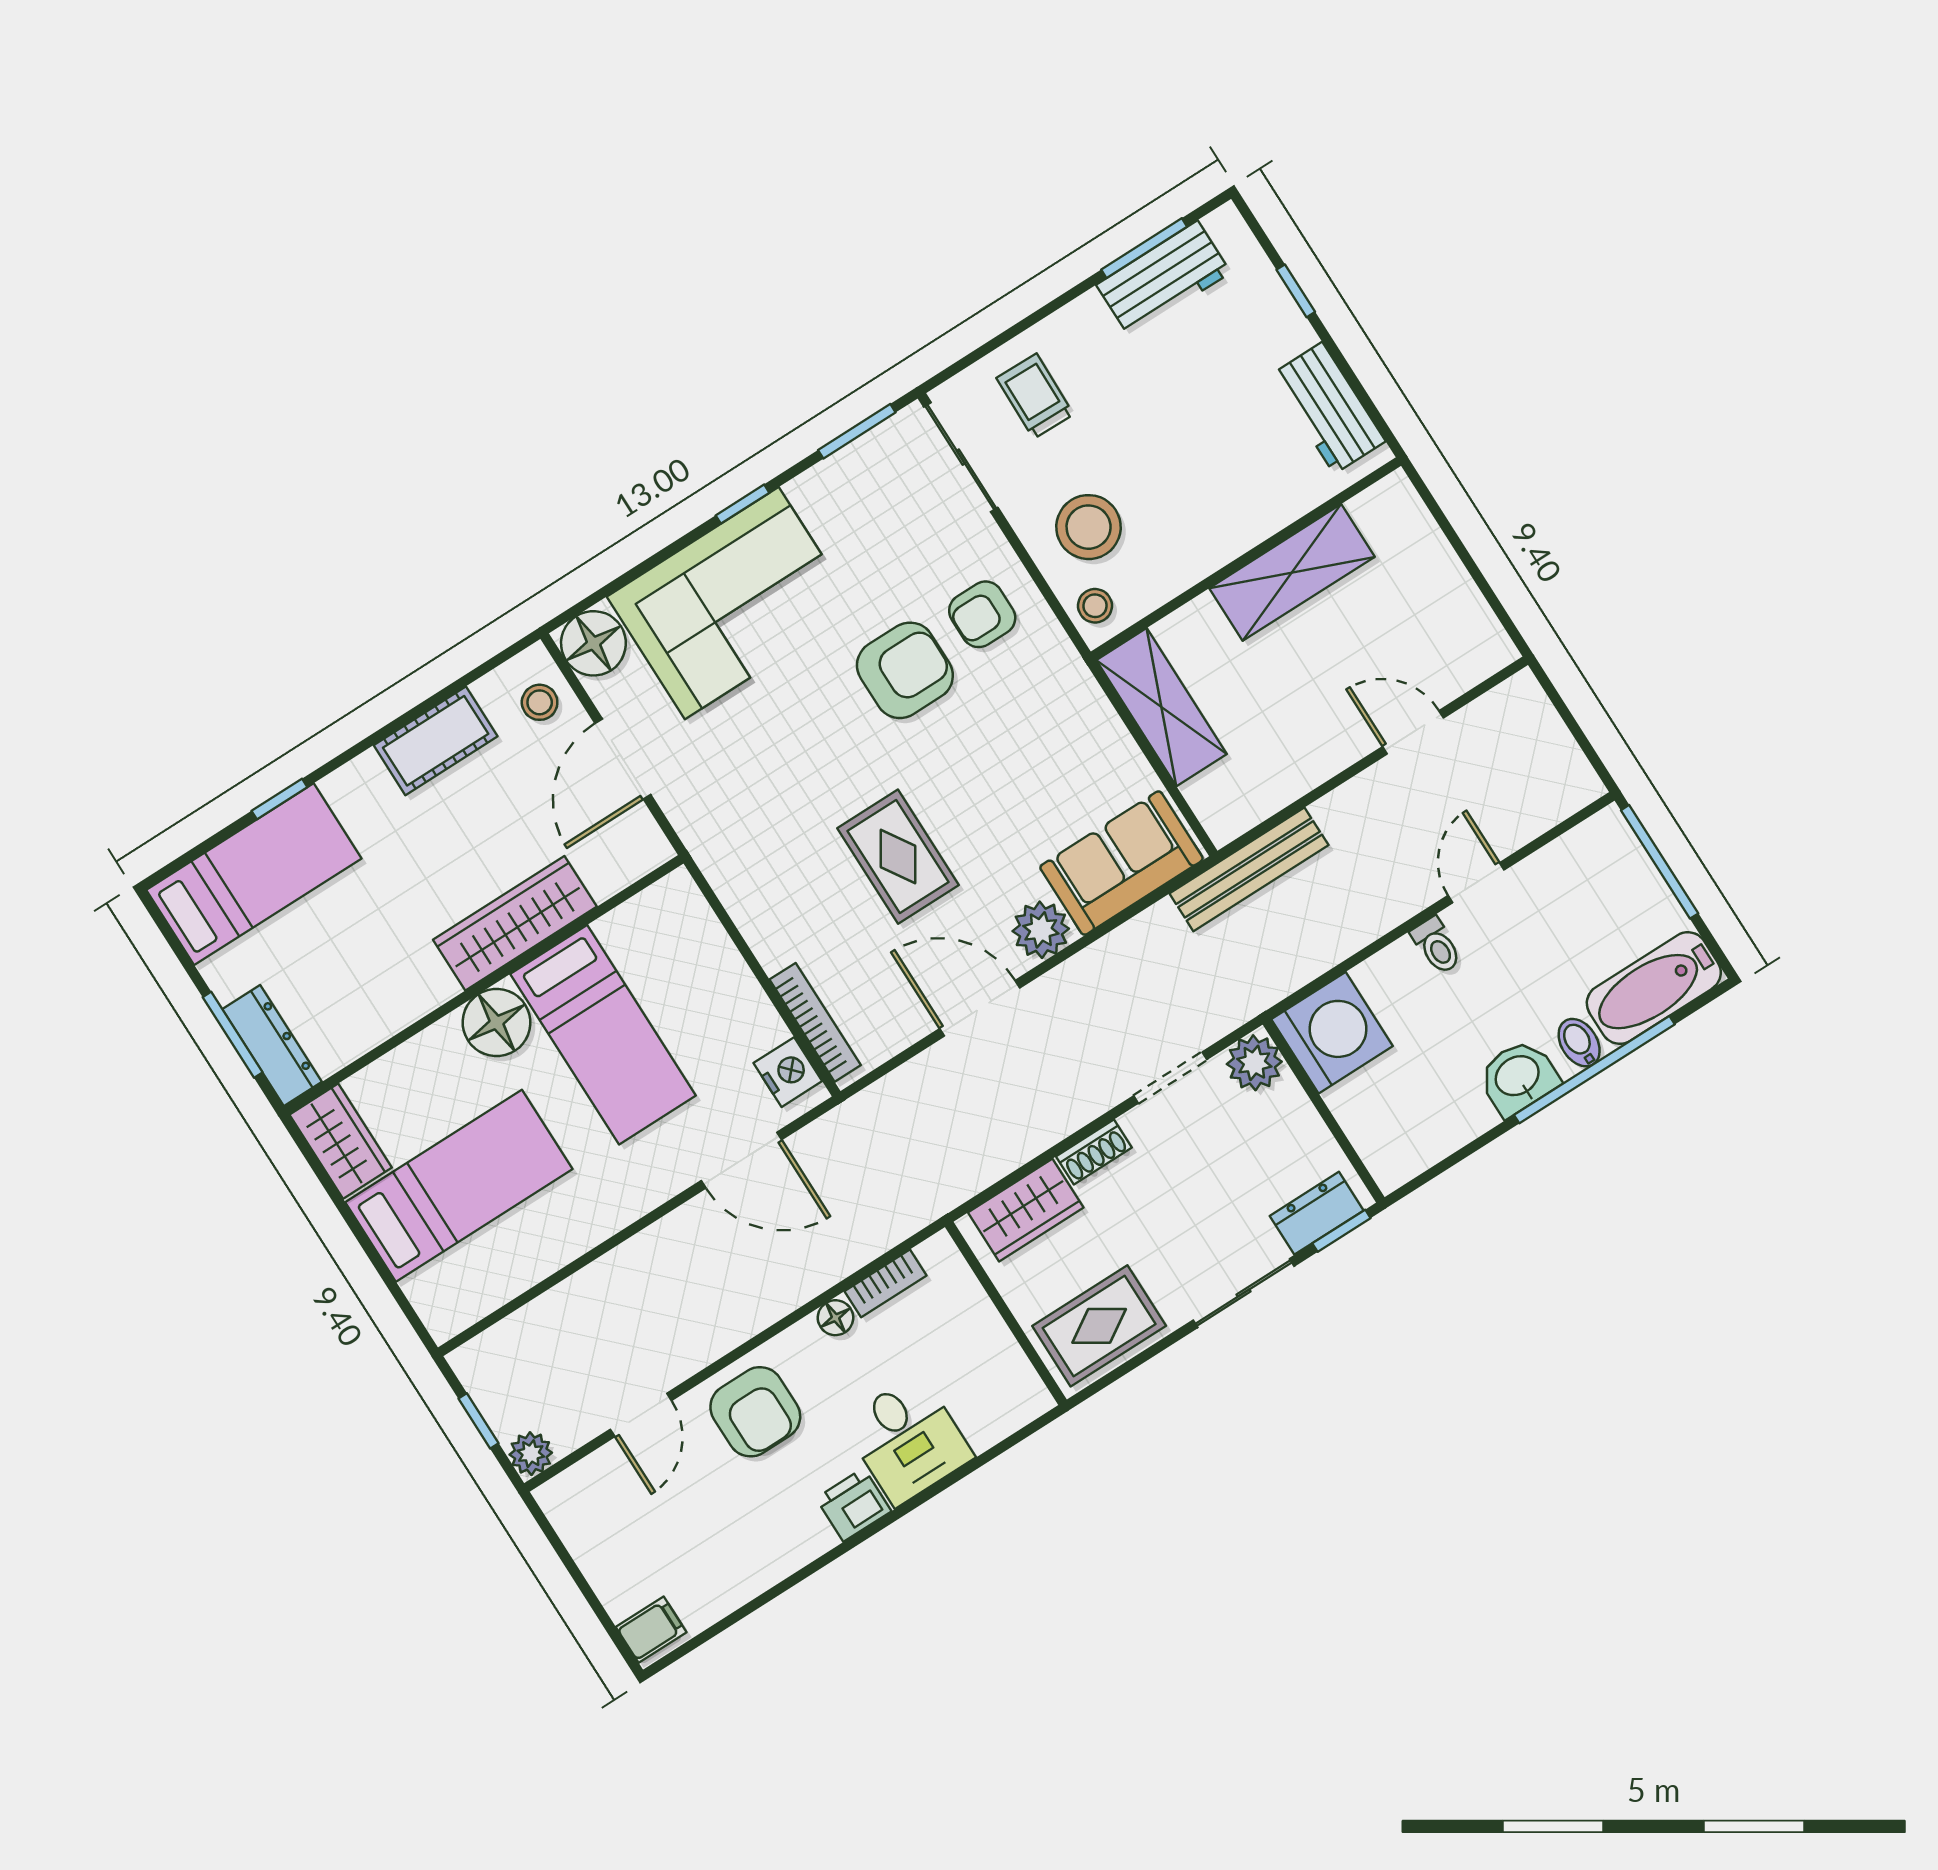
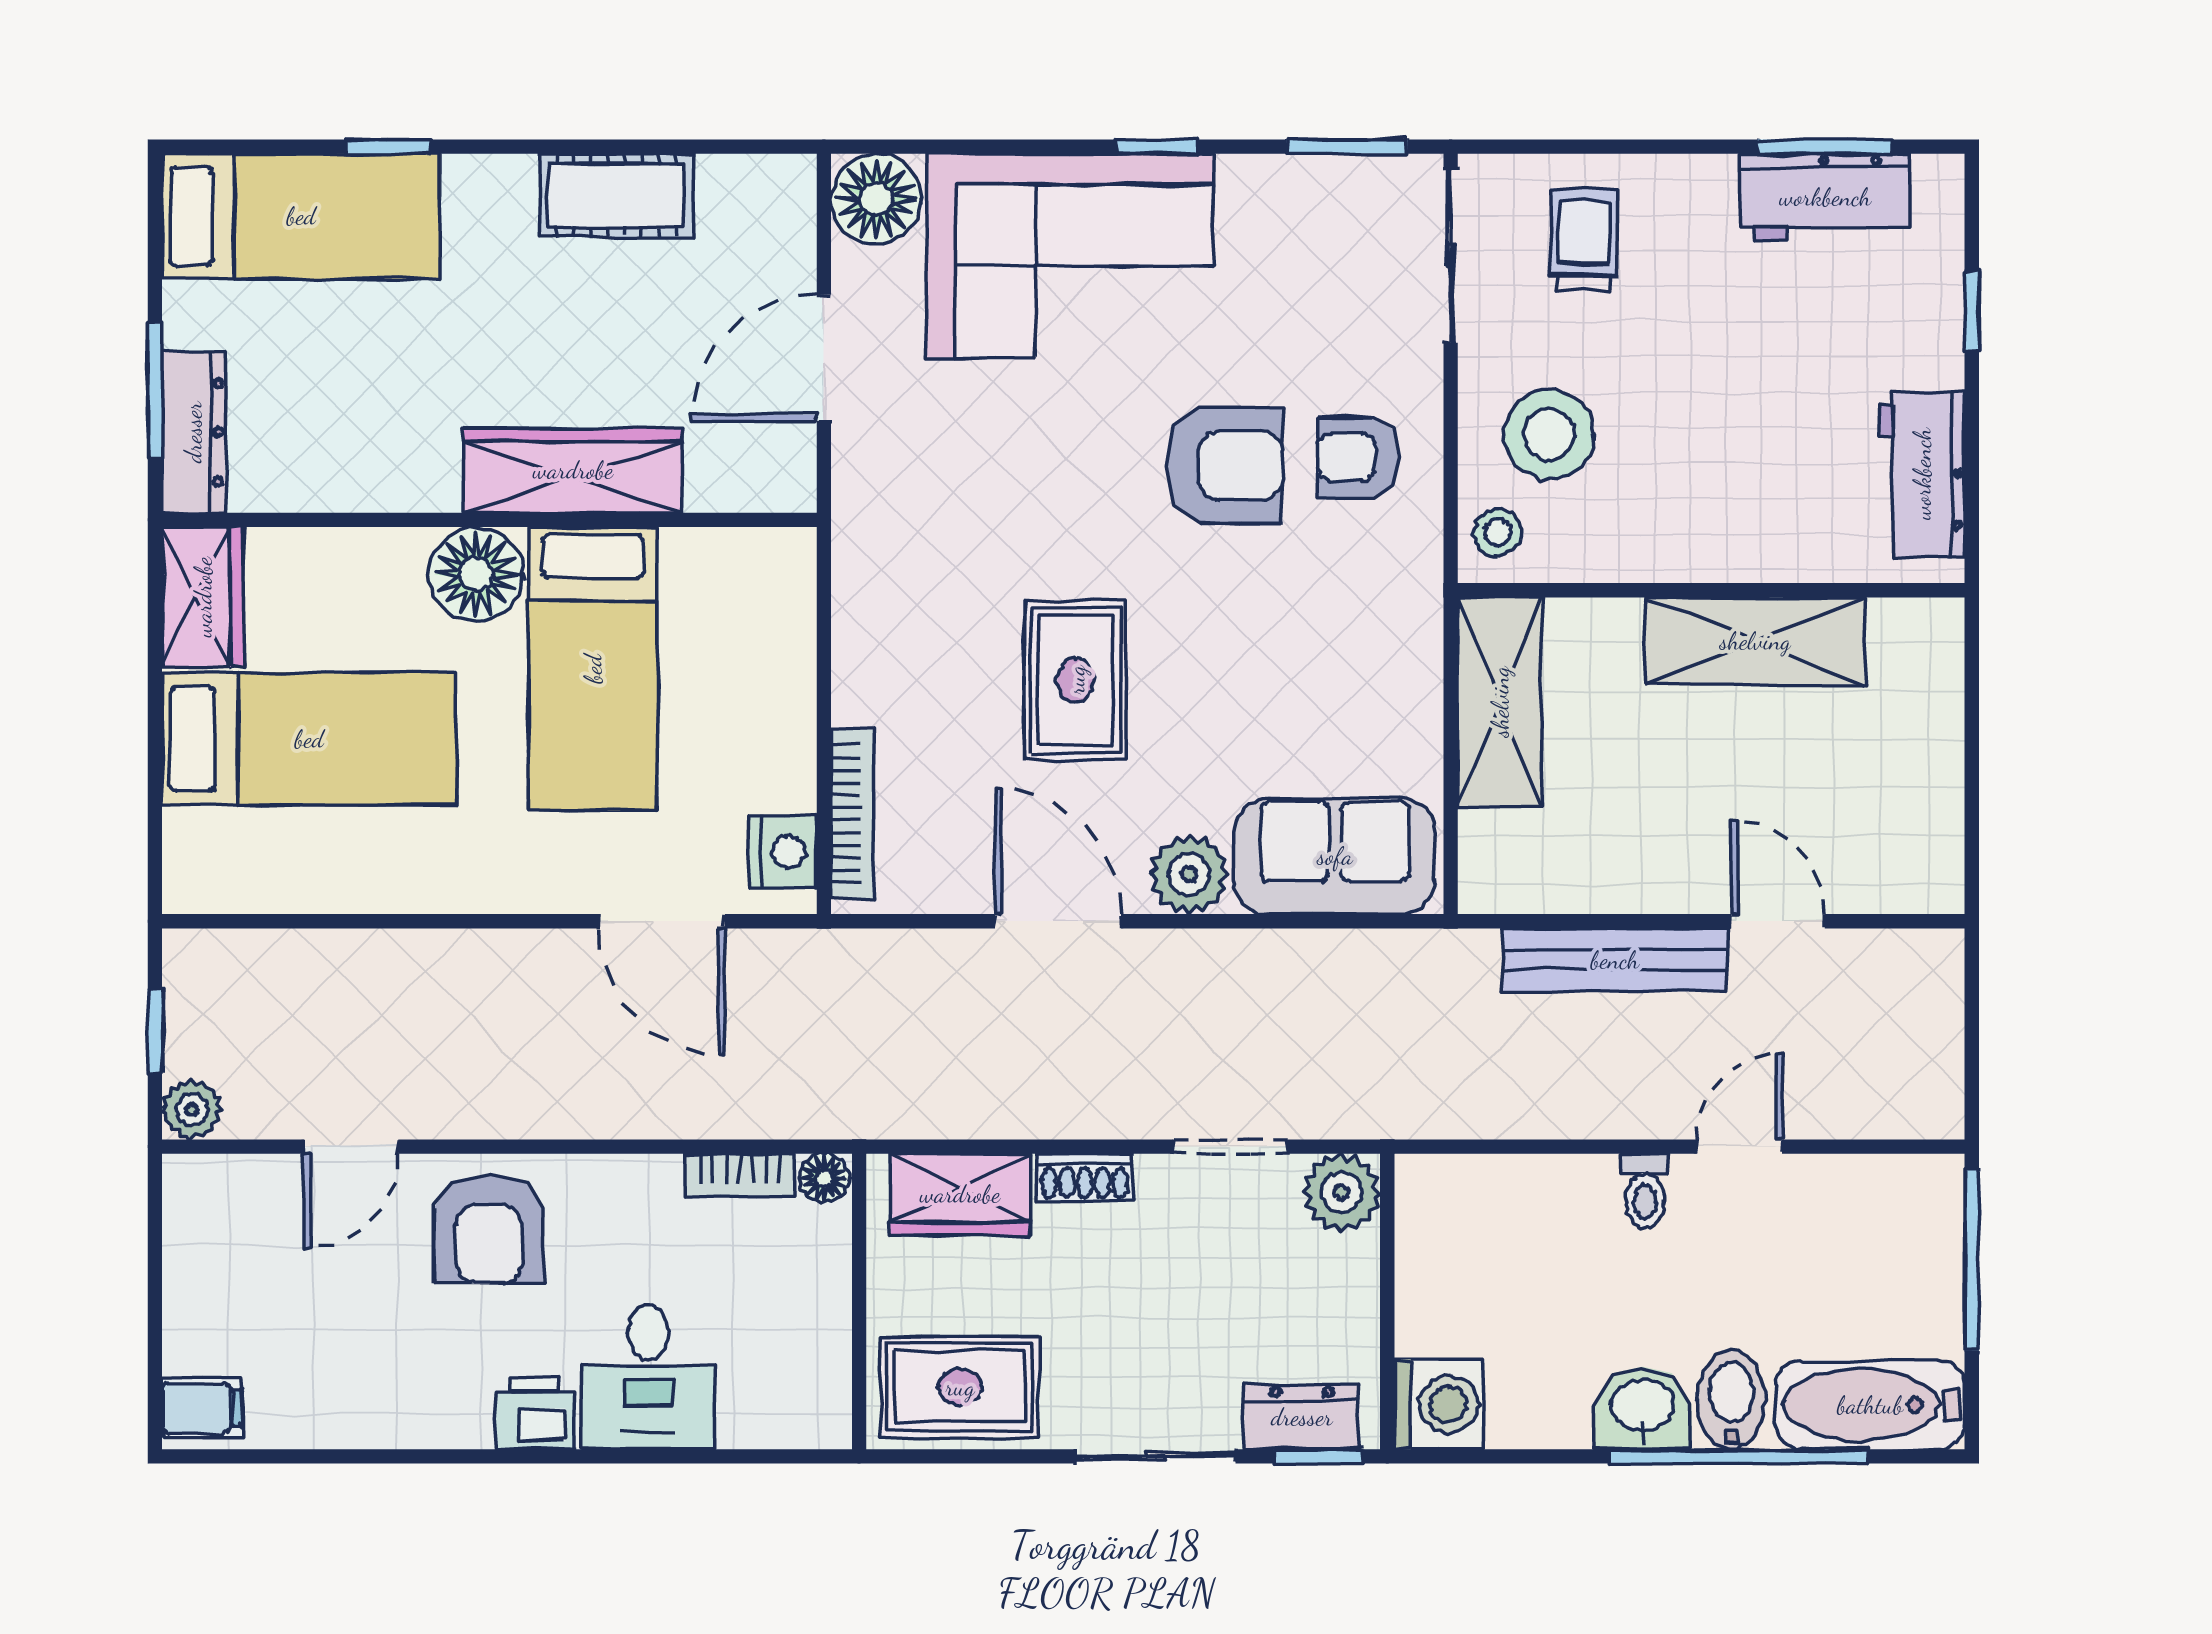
stool: (540, 702) -> (768, 228), removed
bench: (1249, 869) -> (1615, 960), moved
washing machine: (1332, 1033) -> (1439, 1404), moved, width x0.73, depth x0.73
bidet: (1579, 1043) -> (1731, 1400), width x1.38, depth x1.36
floor lamp: (835, 1318) -> (824, 1178), moved

